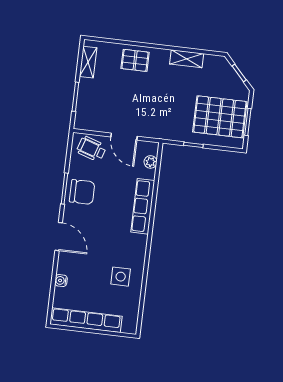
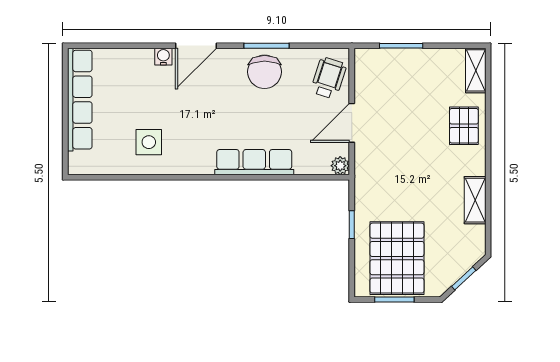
shelving: (88, 62) -> (476, 70), moved, turned 90
plant: (151, 162) -> (340, 166), moved
water cooler: (61, 281) -> (163, 57), moved

